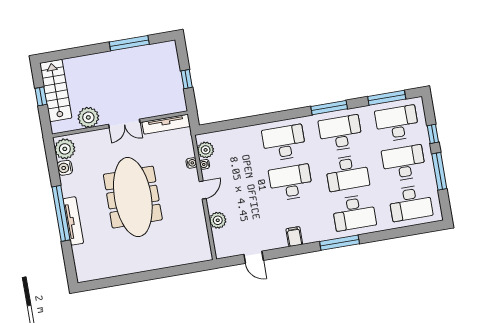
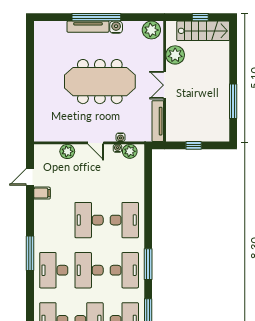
water cooler: (65, 168) -> (116, 27), moved
desk: (291, 183) -> (89, 220), turned 180
filing cabinet: (294, 237) -> (42, 193), moved

